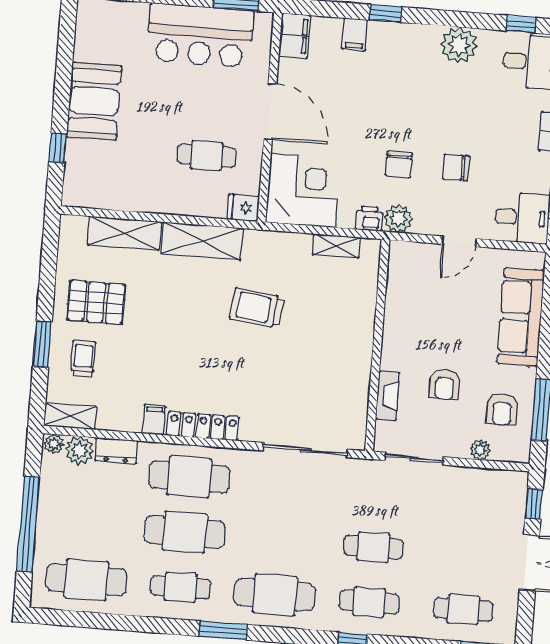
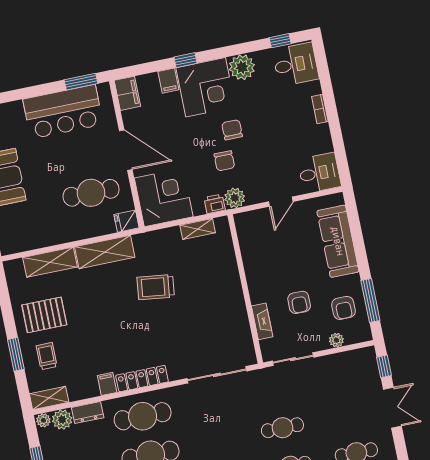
corner desk: (402, 58) -> (206, 87), added
cafe table: (207, 156) -> (91, 193), width x1.37, depth x1.35
chair: (456, 167) -> (232, 130), moved, turned 90

